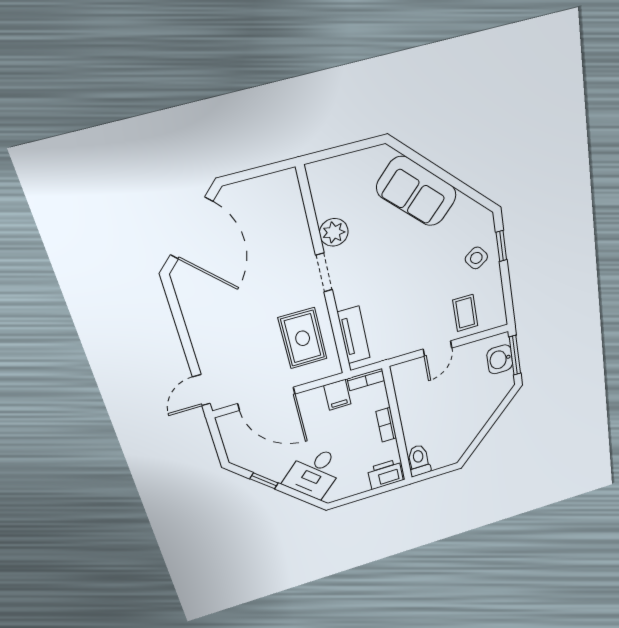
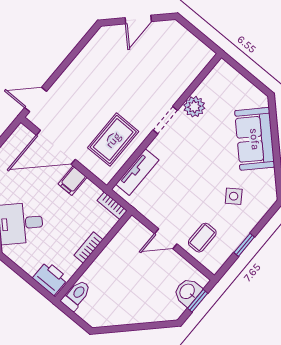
door: (191, 228) -> (138, 20), width x0.53
window: (501, 246) -> (244, 245), moved
side table: (476, 258) -> (234, 196), moved
window: (515, 355) -> (198, 301), width x0.67
filing cabinet: (337, 395) -> (73, 181), moved
door: (266, 399) -> (56, 147), hinge flipped

